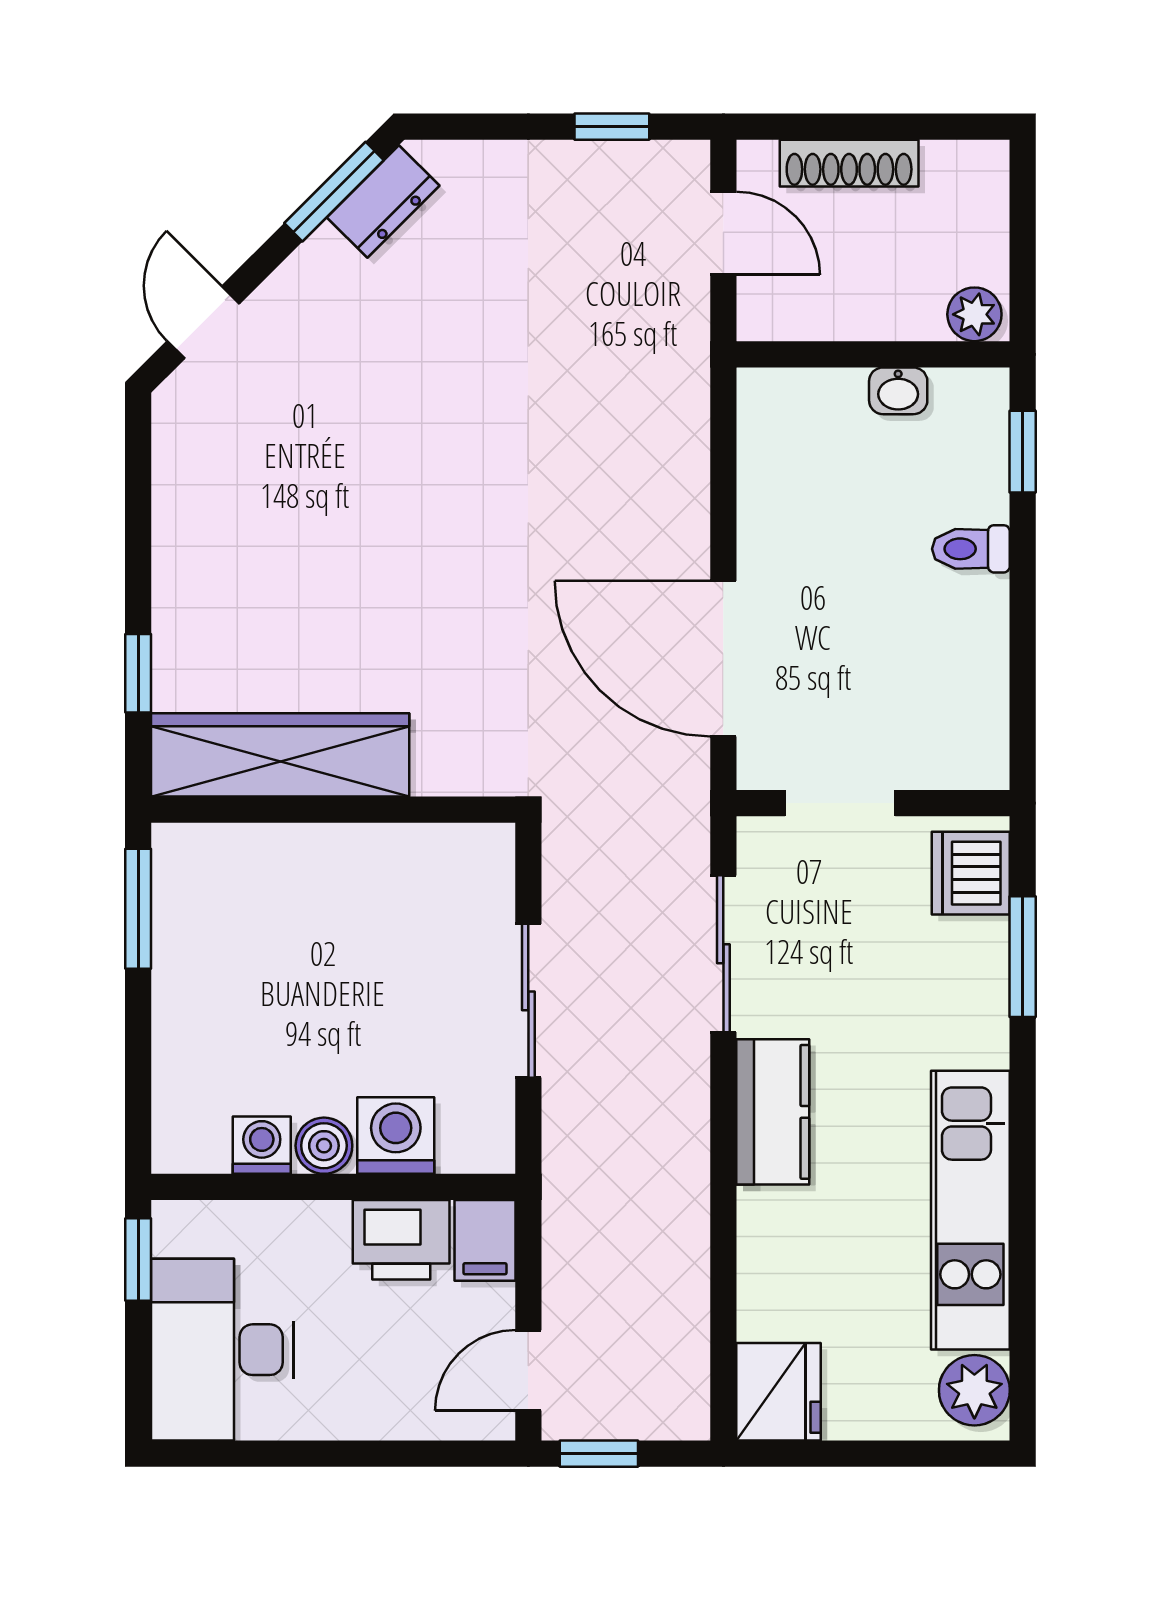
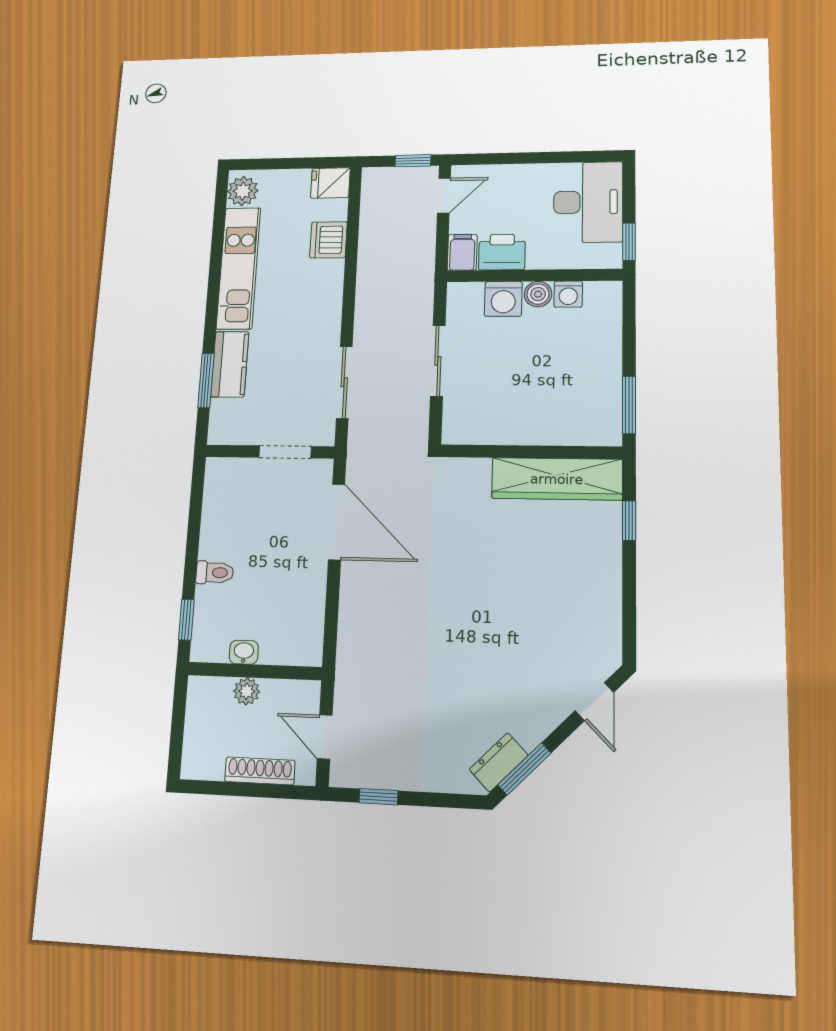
plant: (974, 314) -> (247, 691), moved
dishwasher: (971, 873) -> (328, 240), moved, turned 180
kitchen counter: (773, 1112) -> (230, 364), moved, turned 180
fridge: (779, 1392) -> (330, 183), width x0.72

